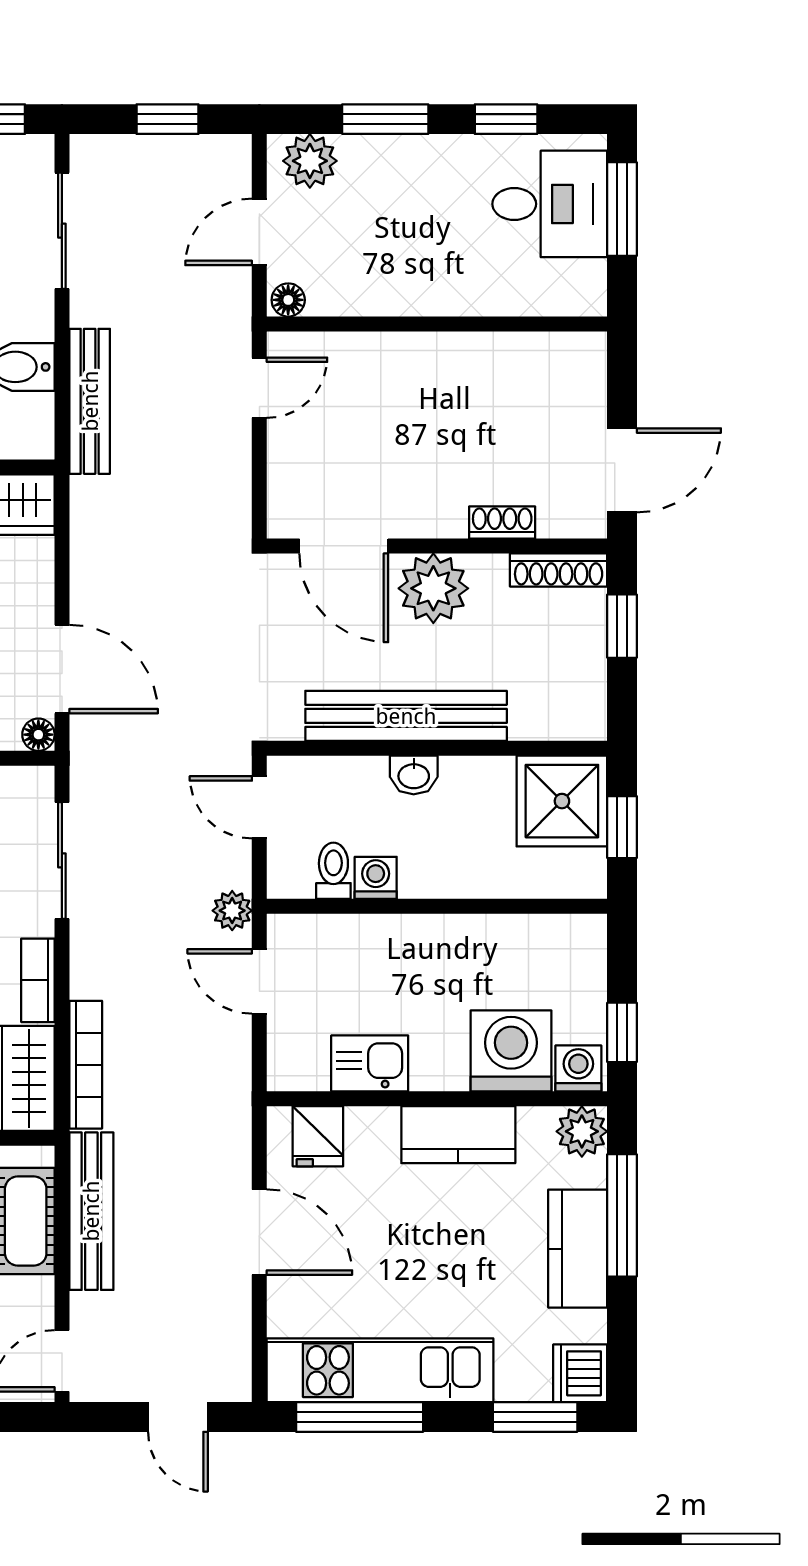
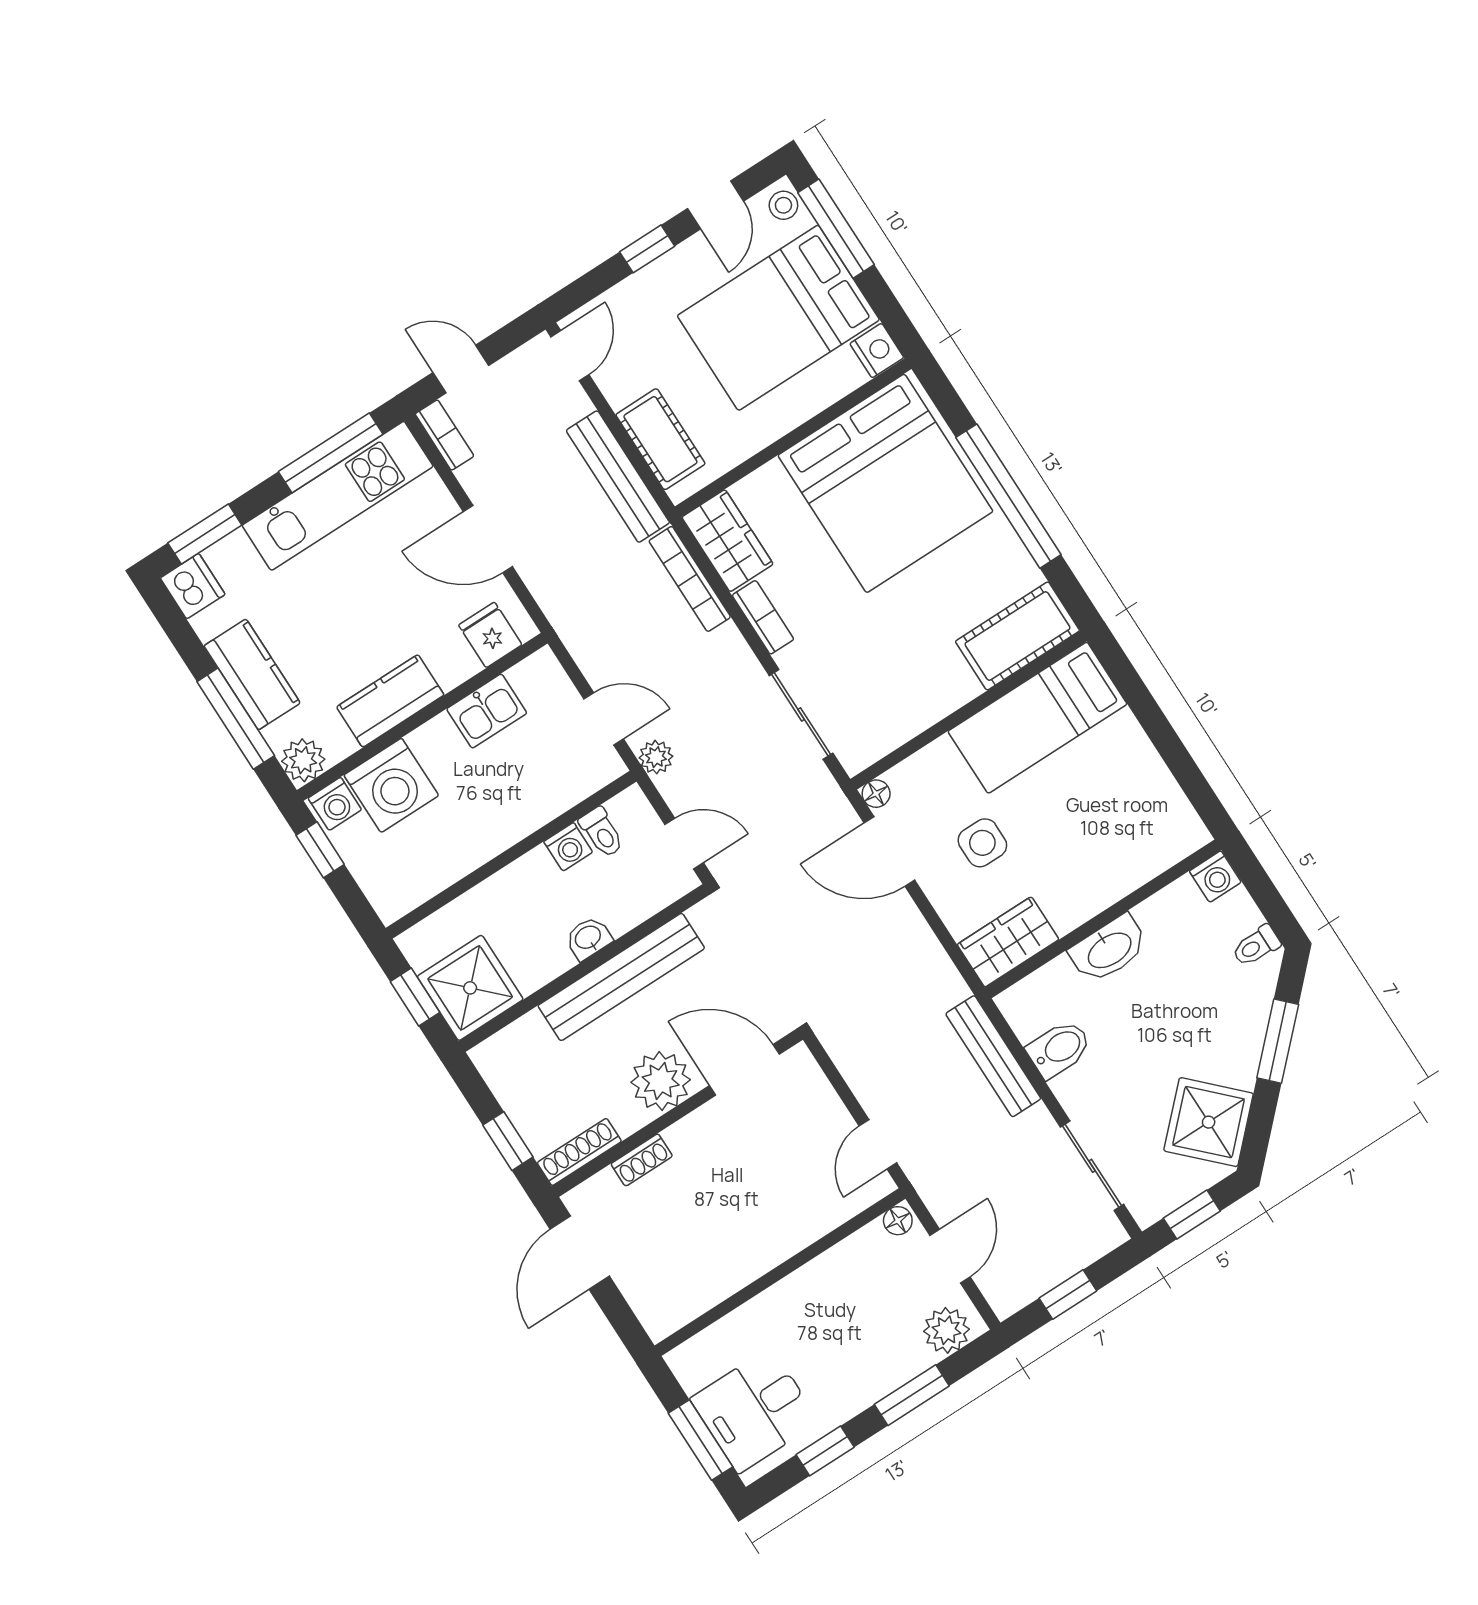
bookcase: (236, 1362) -> (444, 435), added

